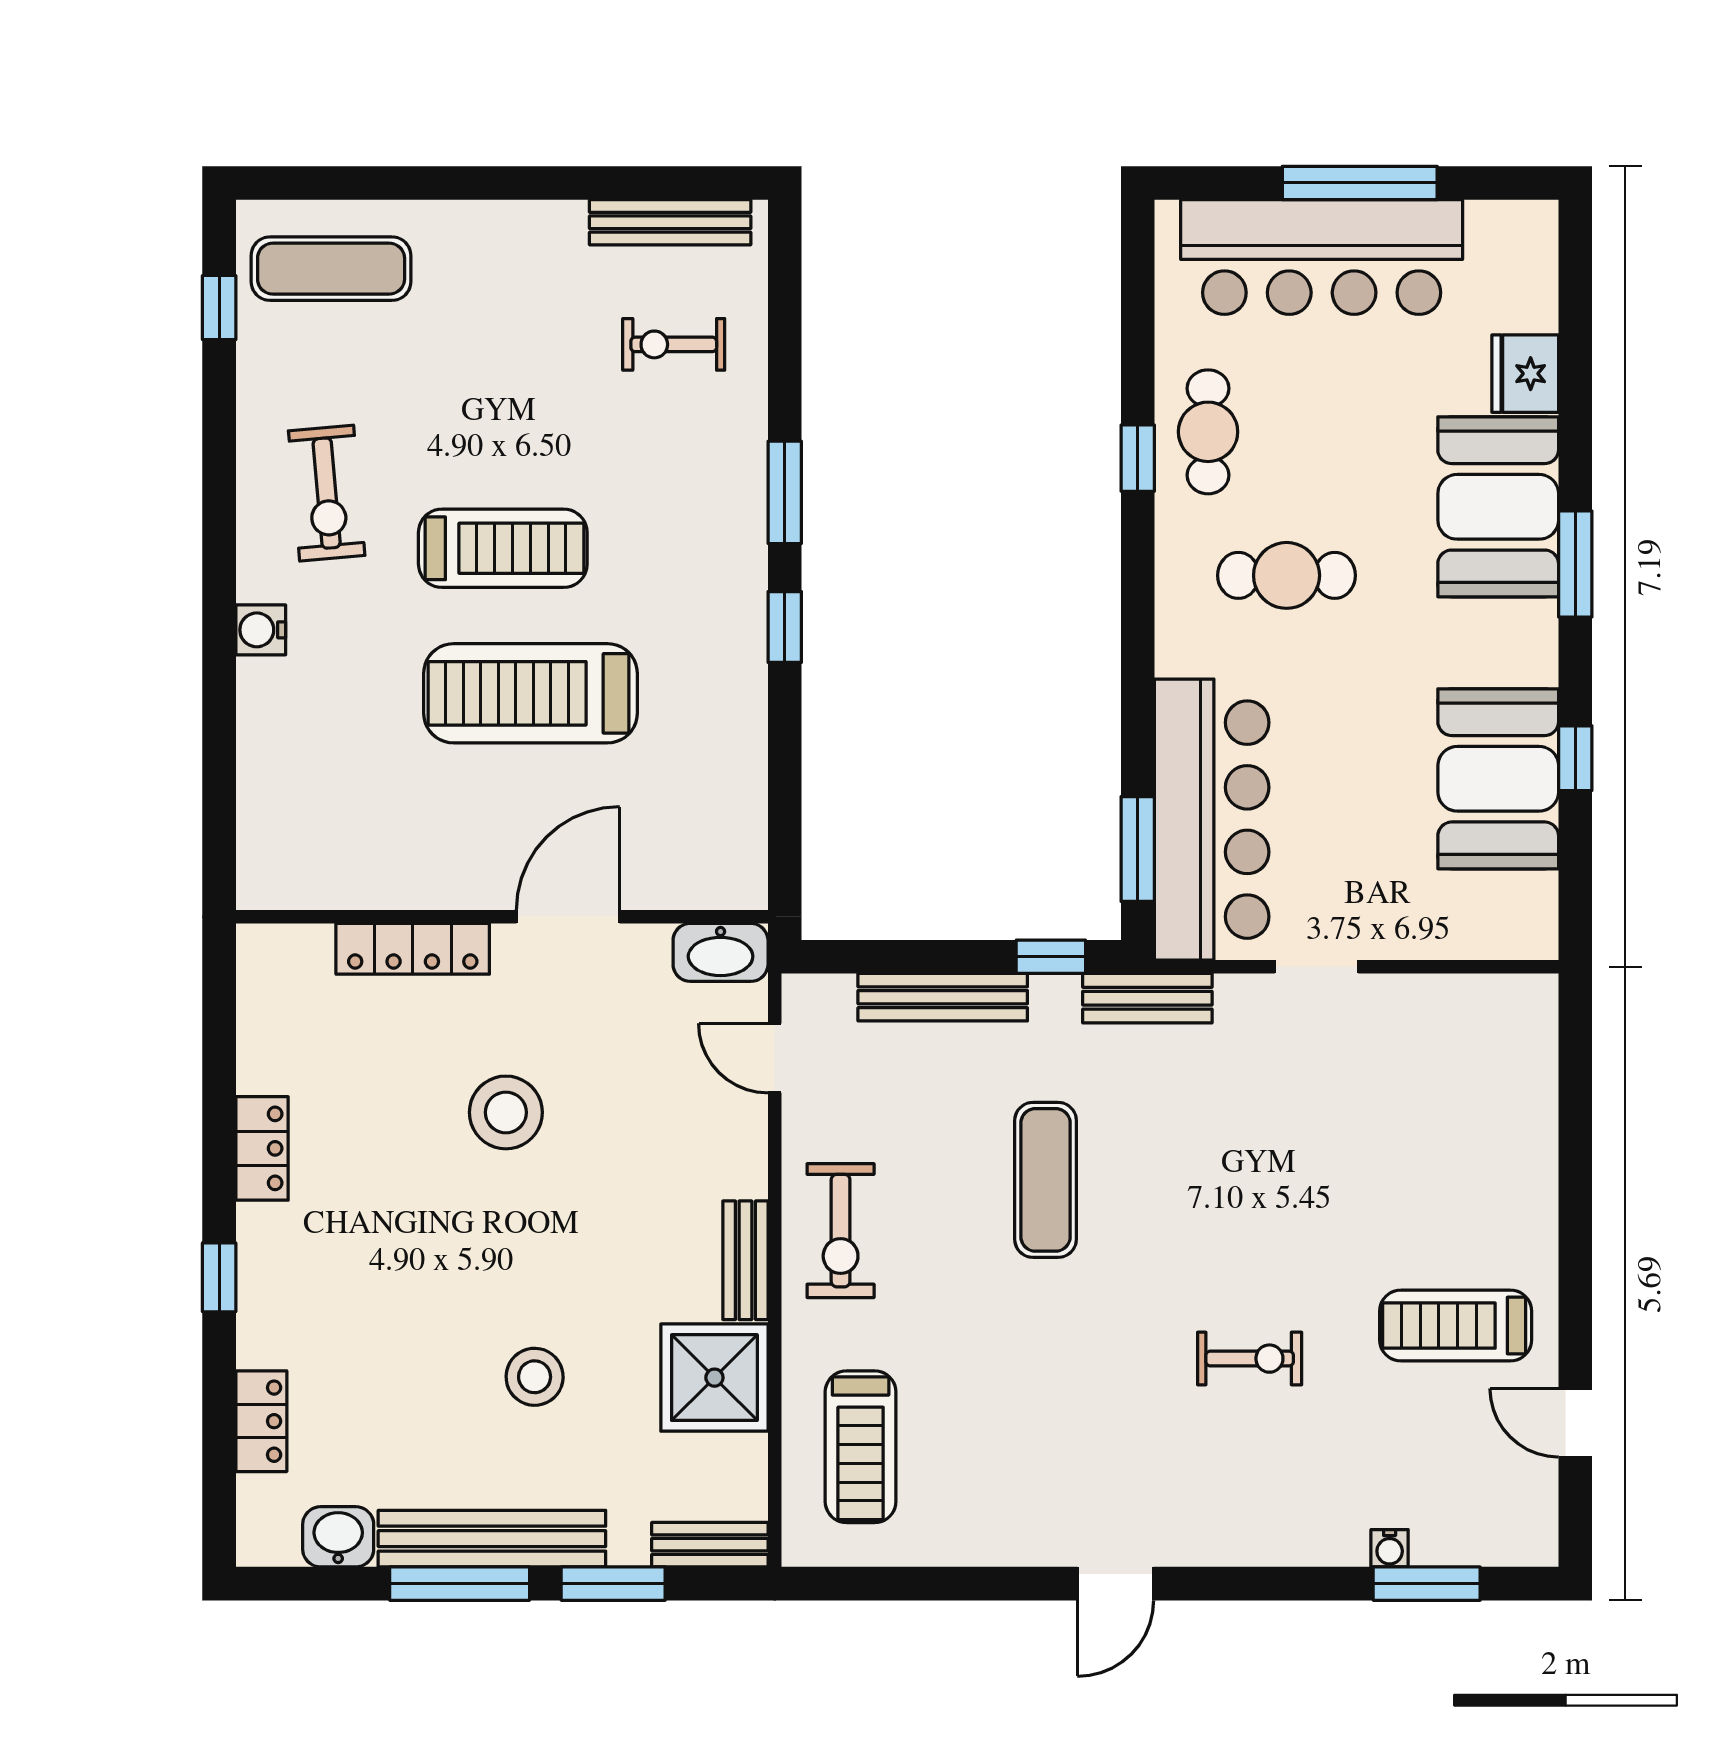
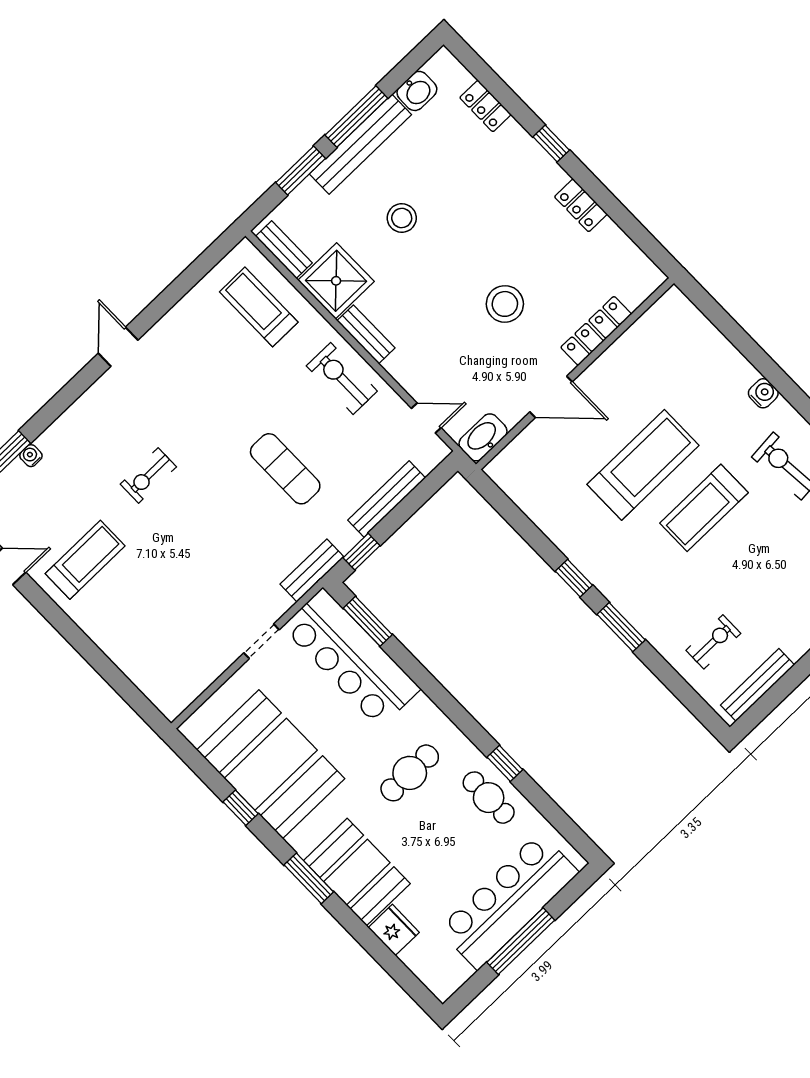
booth: (1498, 779) -> (271, 764), width x1.36, depth x1.42
door: (568, 917) -> (551, 397), hinge flipped
bench: (710, 1545) -> (284, 250), moved, turned 90

